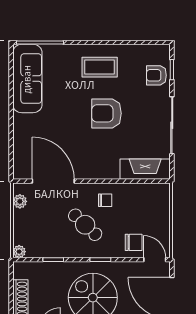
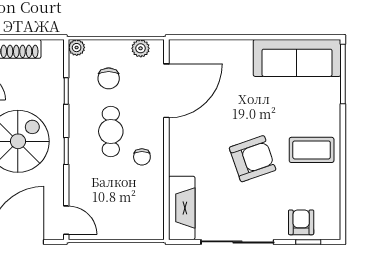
coffee table: (100, 67) -> (312, 150), turned 90
armchair: (106, 113) -> (253, 159), turned 71
cafe table: (85, 225) -> (111, 131), turned -43
chair: (134, 242) -> (109, 78), moved
door: (155, 260) -> (66, 220), hinge flipped

